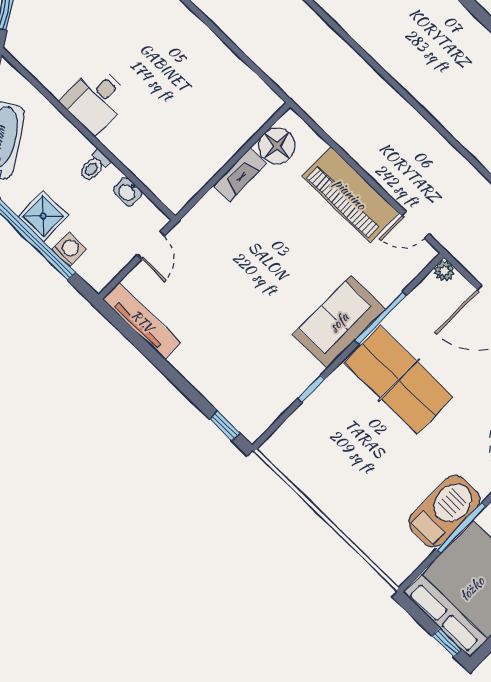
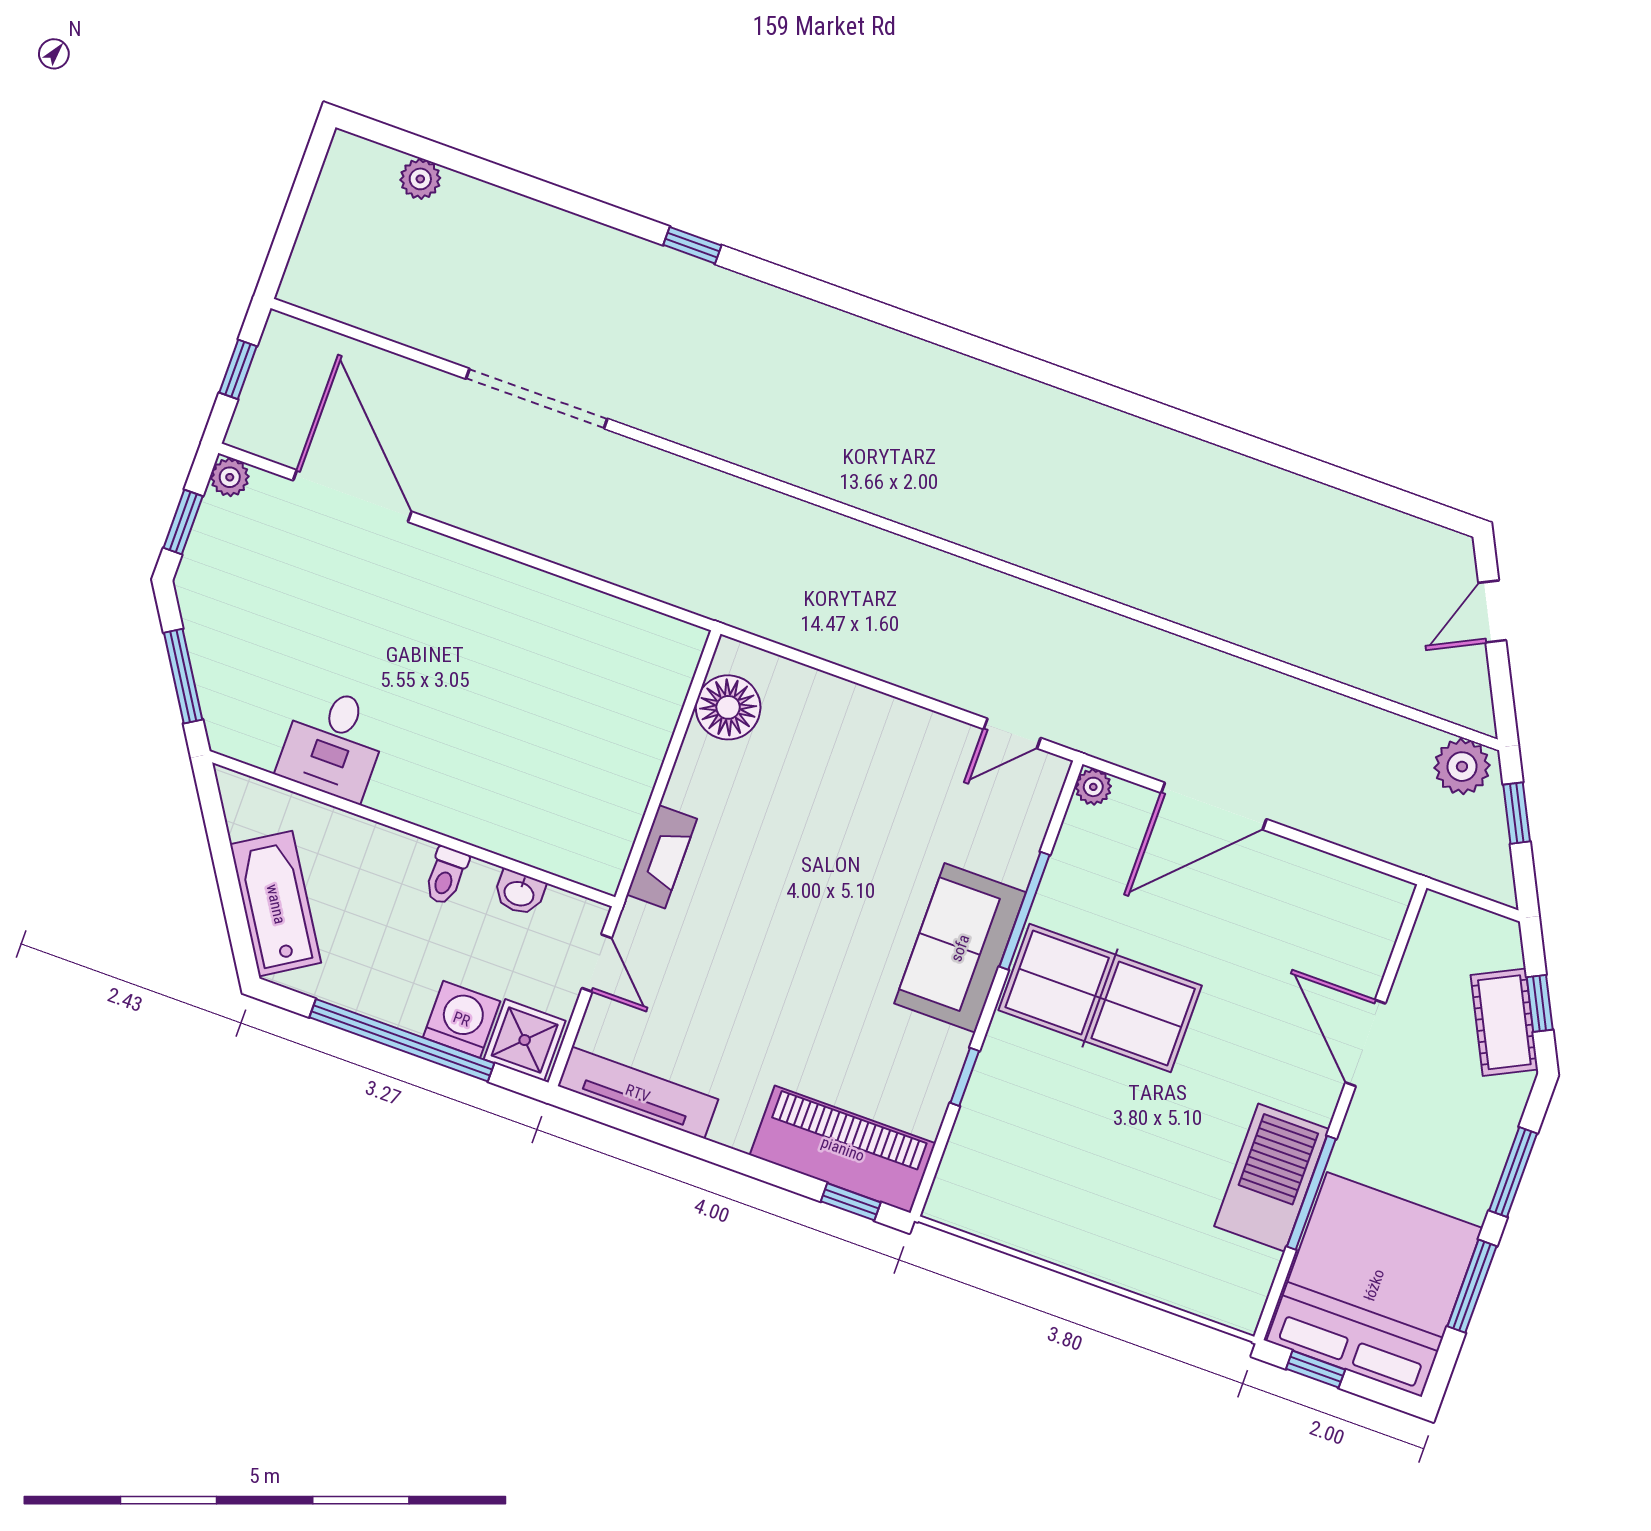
desk: (95, 100) -> (333, 743), moved
fireplace: (239, 175) -> (662, 857), moved
piano: (350, 194) -> (843, 1149), moved, turned 180
shower: (43, 216) -> (525, 1040), moved
washing machine: (69, 249) -> (462, 1019), width x1.38, depth x1.38
window: (447, 643) -> (1316, 1369), moved

